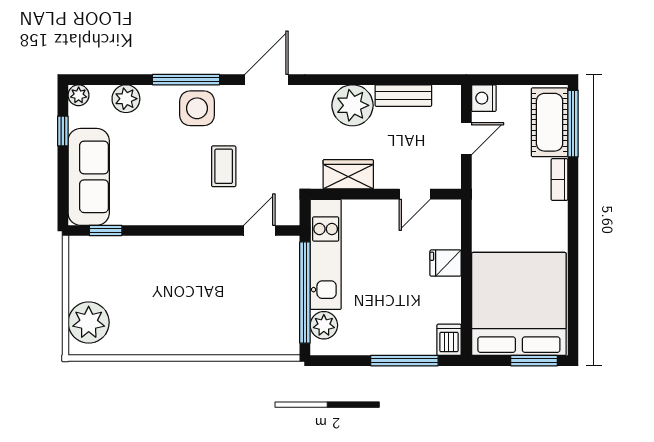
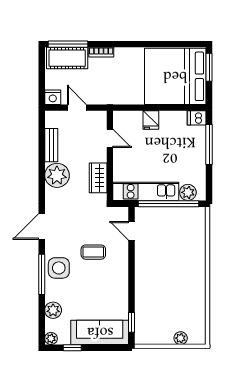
door: (267, 80) -> (42, 227), hinge flipped
plant: (89, 322) -> (181, 338), width x0.53, depth x0.53

